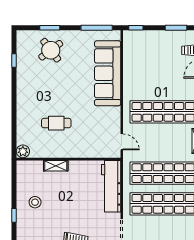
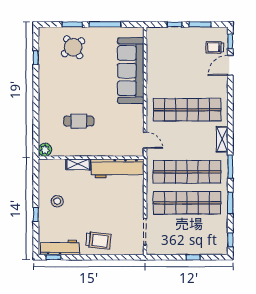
window: (97, 28) -> (105, 24), moved
window: (136, 28) -> (175, 24), moved
workbench: (111, 186) -> (118, 168), moved, turned -90

